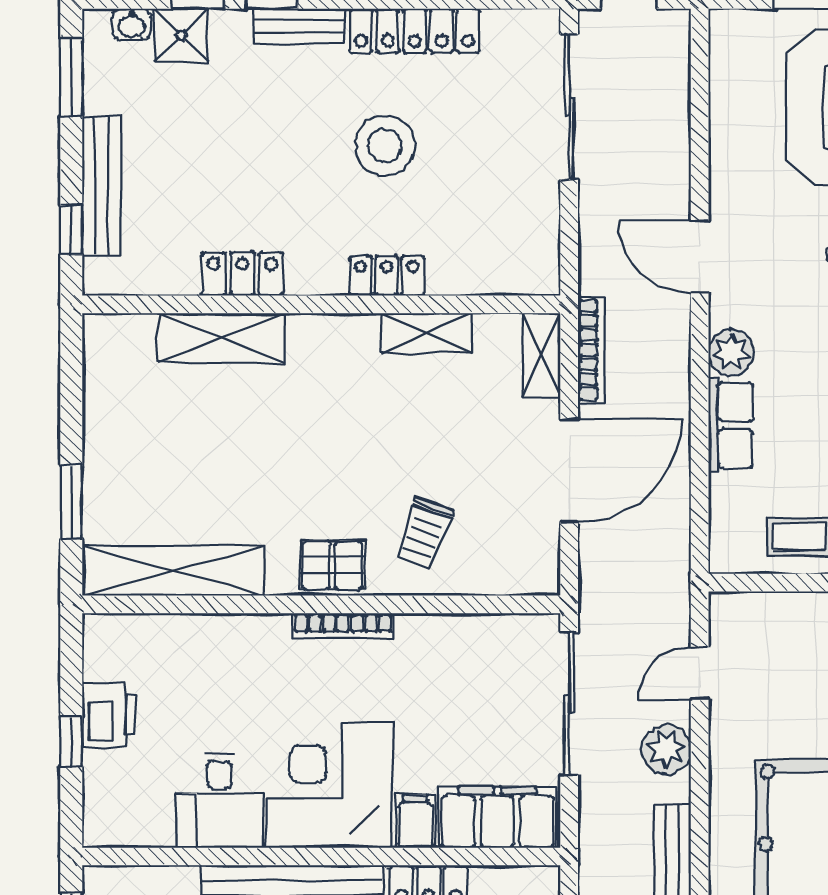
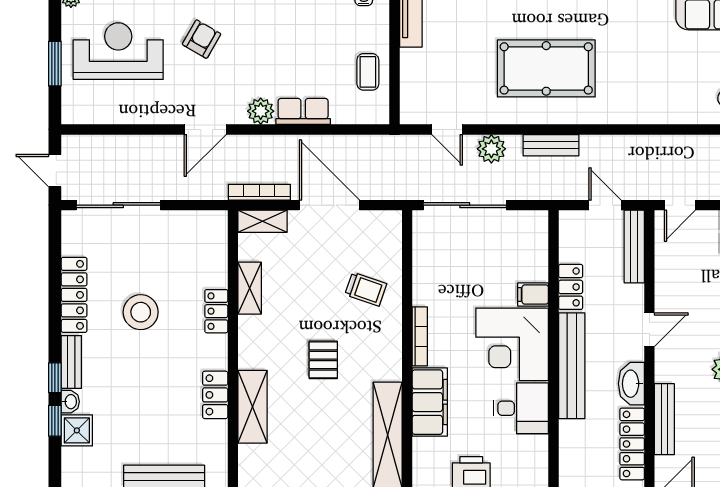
washbasin: (132, 24) -> (70, 402), moved
pallet: (332, 565) -> (323, 360), moved
filing cabinet: (497, 817) -> (430, 402), moved, turned 180

